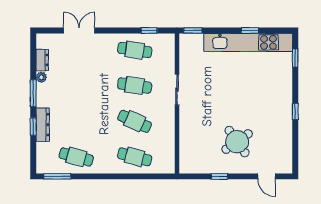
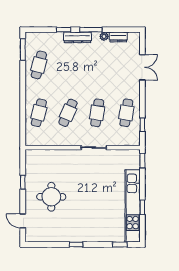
dresser: (43, 125) -> (77, 37), moved
round table: (237, 142) -> (51, 197), turned 35
door: (267, 176) -> (23, 221), hinge flipped

